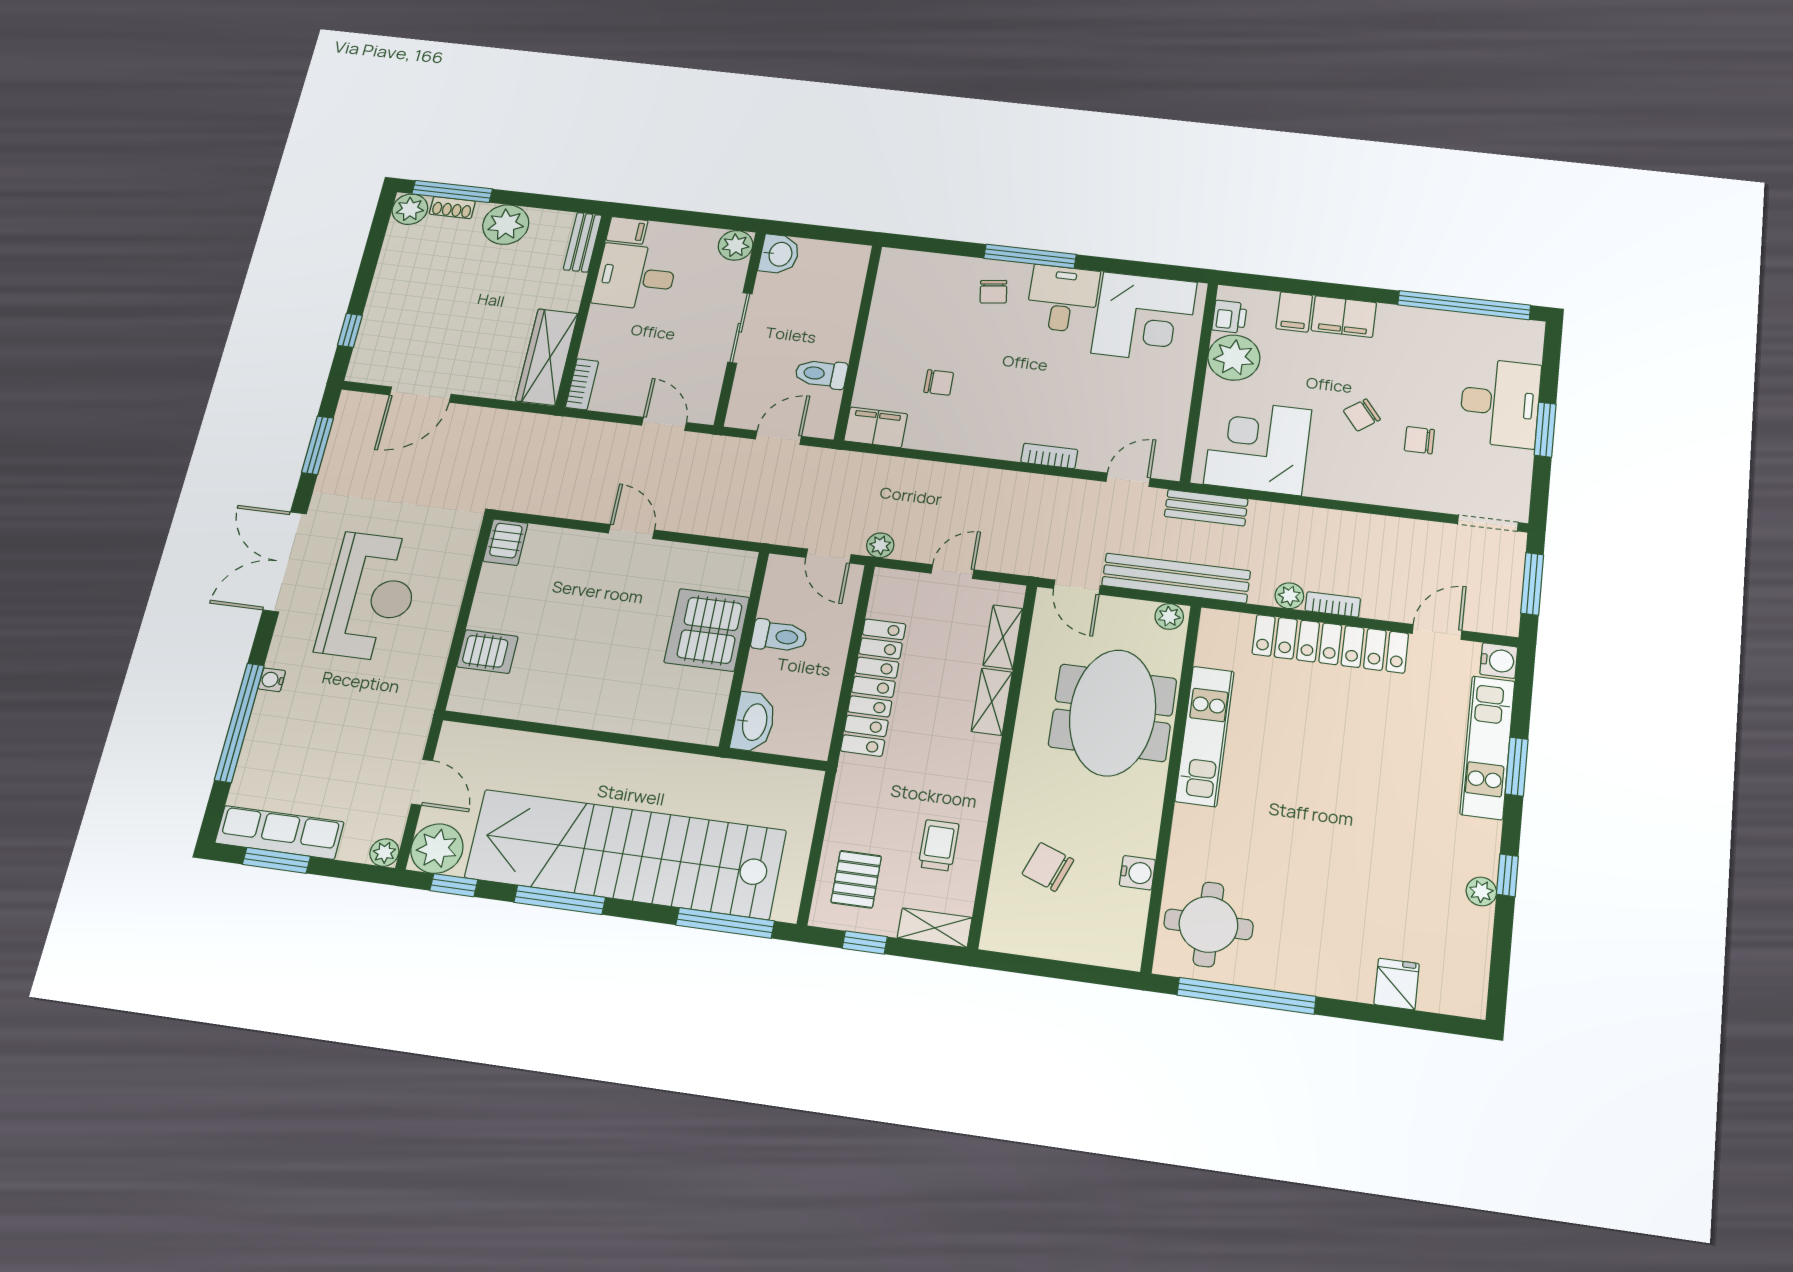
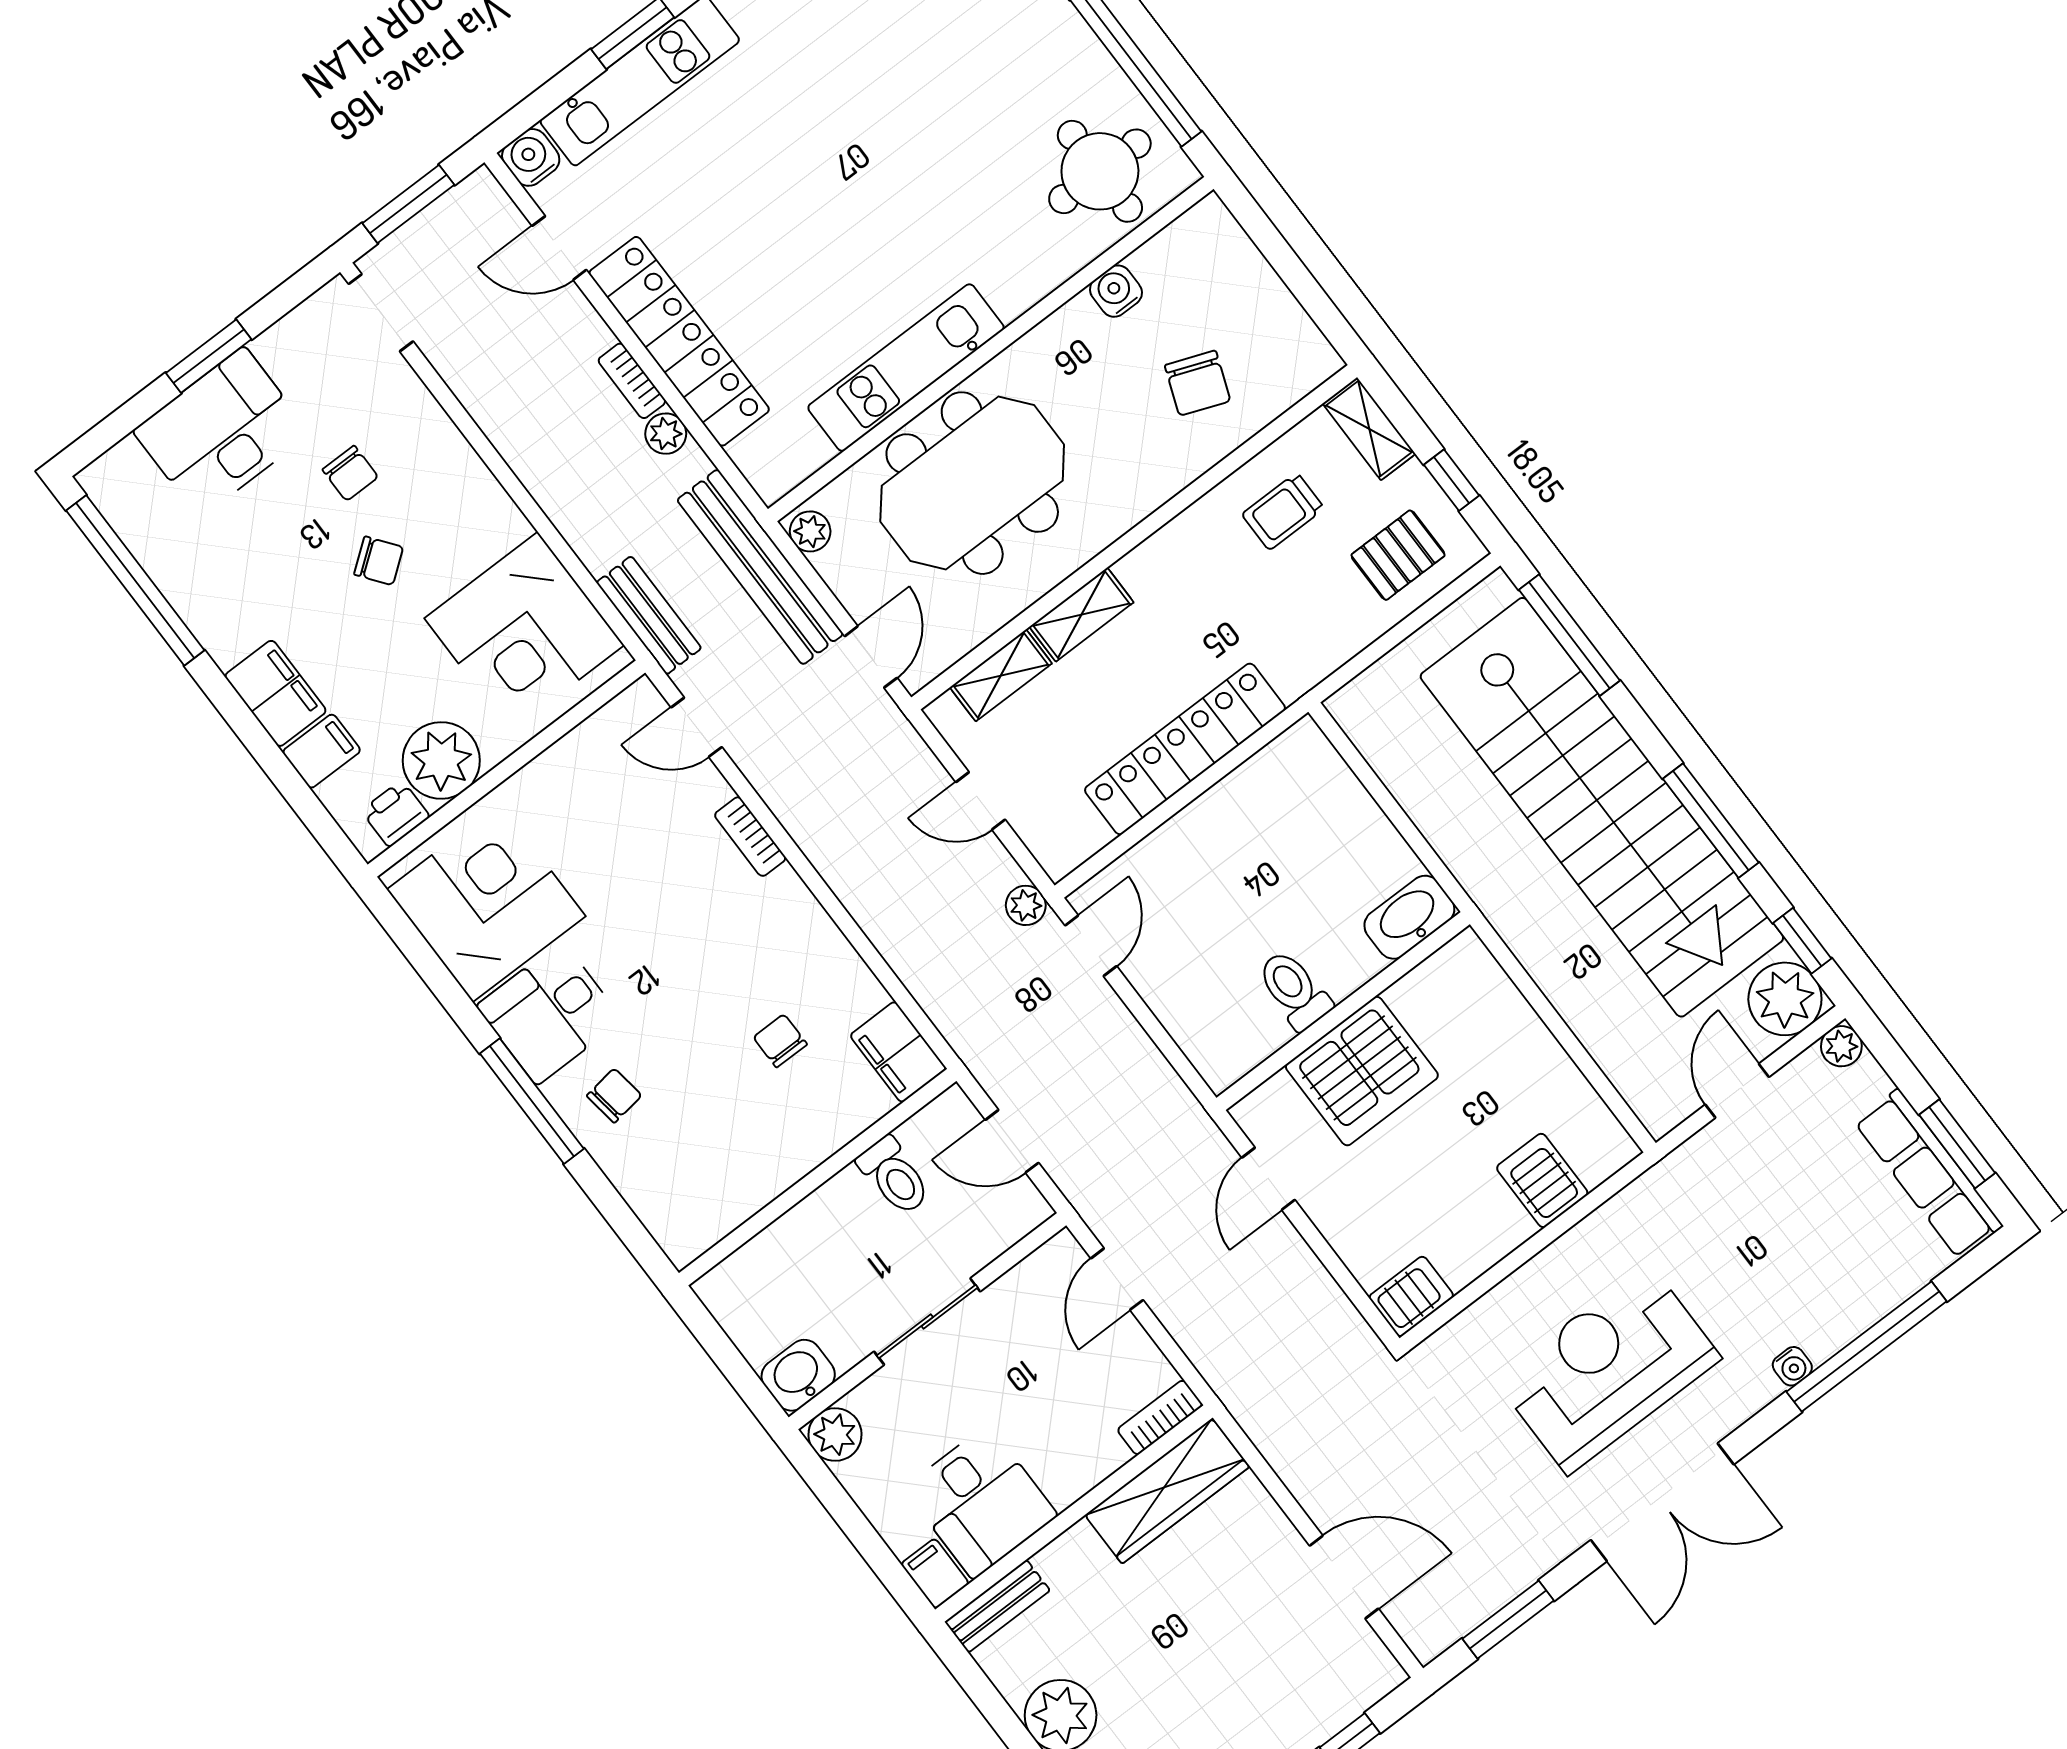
server rack: (707, 630) -> (1362, 1071), moved
toilet: (779, 636) -> (1294, 990), moved
wall: (744, 649) -> (1343, 1011), moved
washbasin: (754, 722) -> (1409, 917), moved

